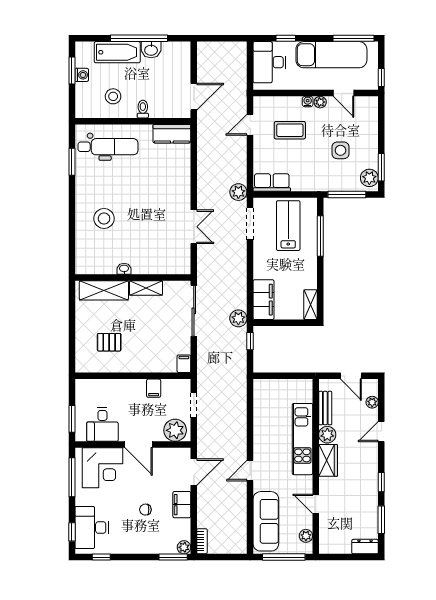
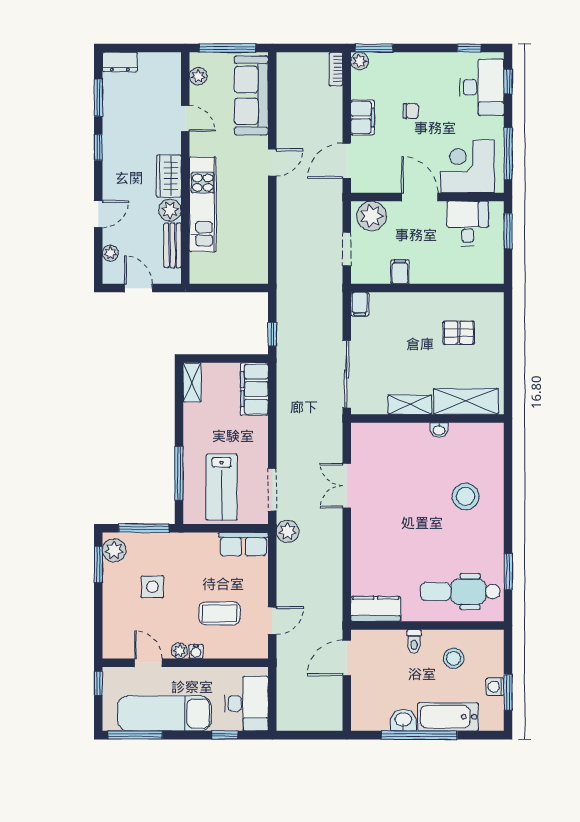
plant: (238, 318) -> (288, 364), removed

